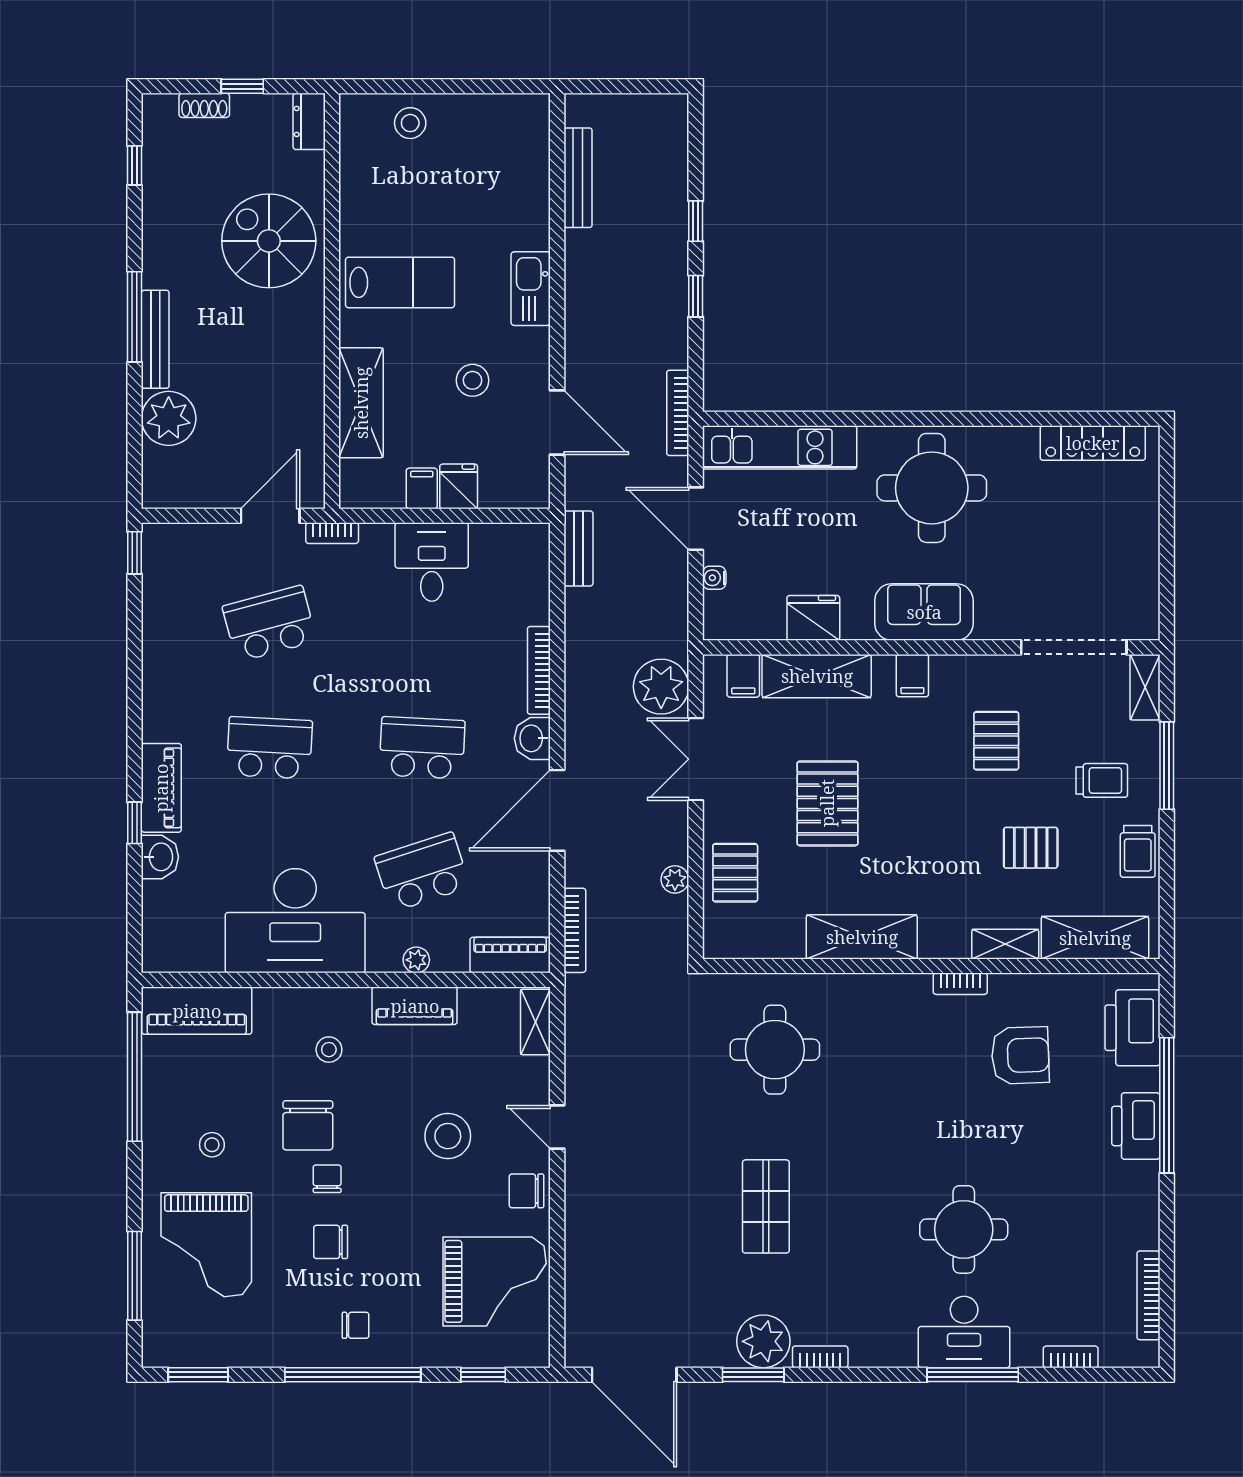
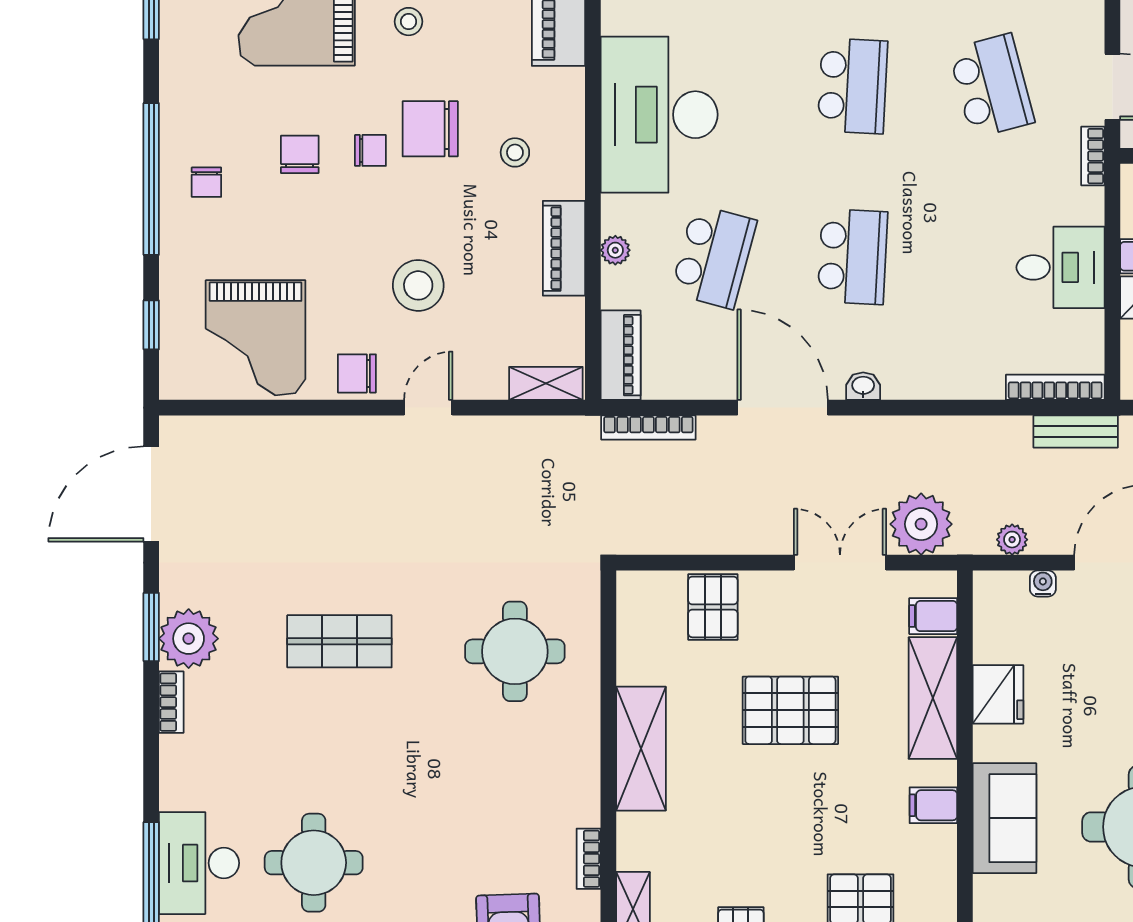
bookcase: (539, 670) -> (1055, 387), moved
washbasin: (532, 738) -> (863, 386), width x0.72, depth x0.69
school desk: (422, 872) -> (714, 257), turned 33
pallet: (735, 873) -> (713, 607), turned 90
plant: (675, 879) -> (1012, 540), moved
chair: (526, 1191) -> (357, 373), turned -90

